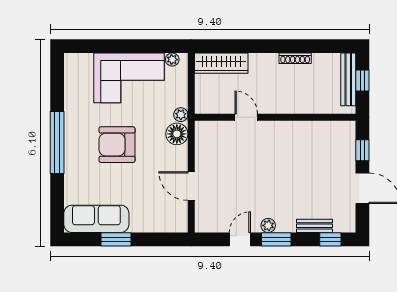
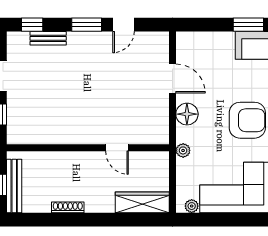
floor lamp: (177, 134) -> (187, 114), moved
plant: (268, 225) -> (95, 39), removed

